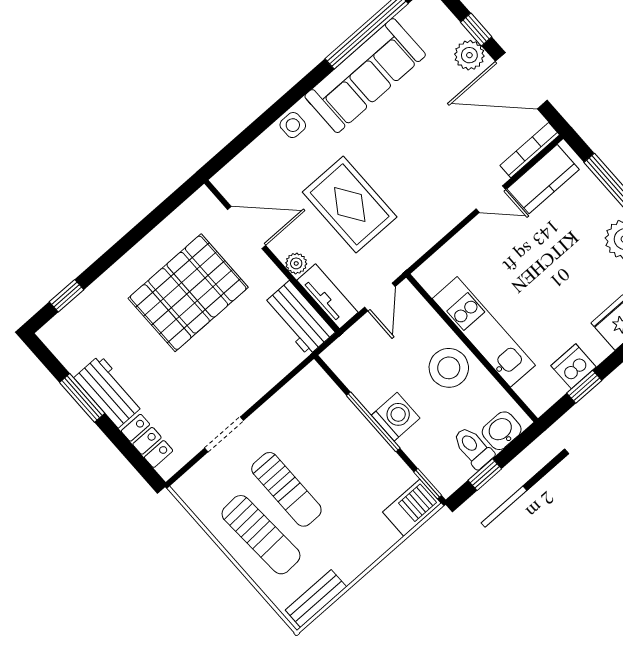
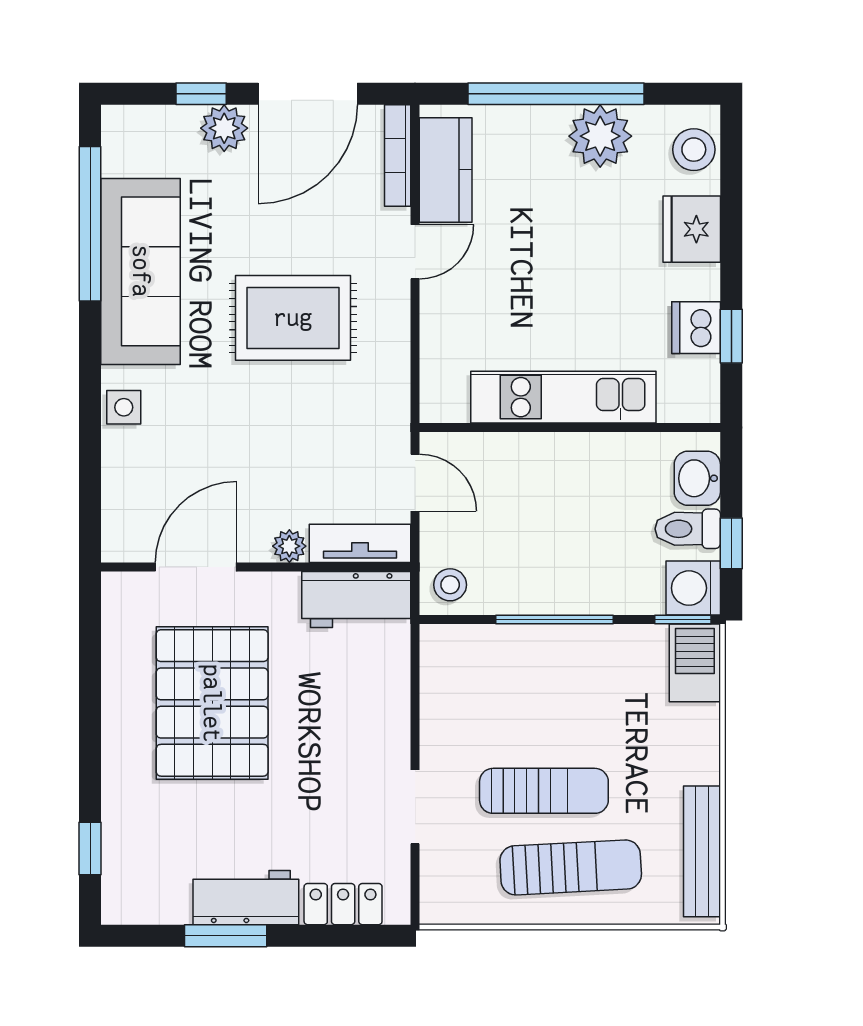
rug: (350, 204) -> (293, 318), moved
stool: (449, 368) -> (450, 585), moved, width x0.53, depth x0.53
washing machine: (396, 417) -> (693, 588), moved, turned -90
bench: (316, 598) -> (702, 851), width x1.36

